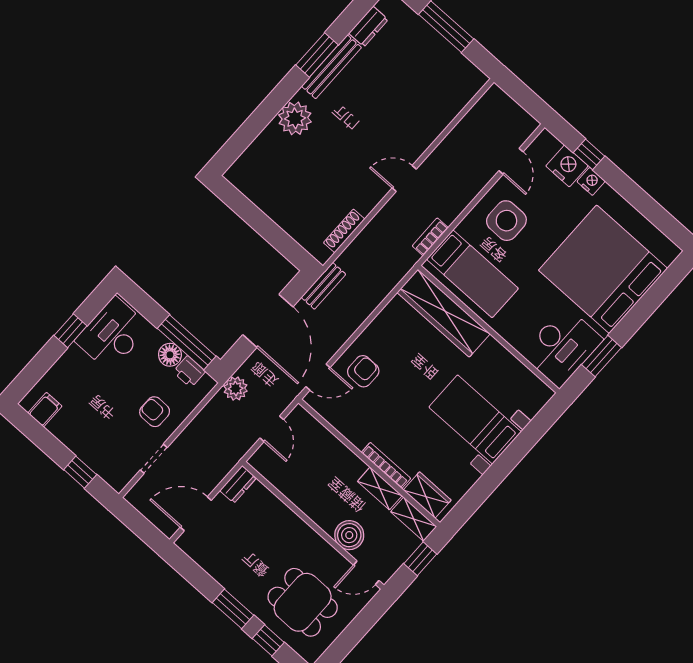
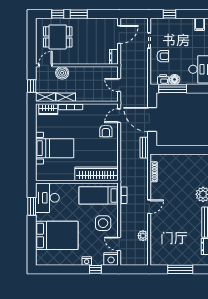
nightstand: (567, 166) -> (111, 259), moved
bed: (603, 269) -> (57, 235), width x0.73
plant: (236, 389) -> (143, 236), moved

